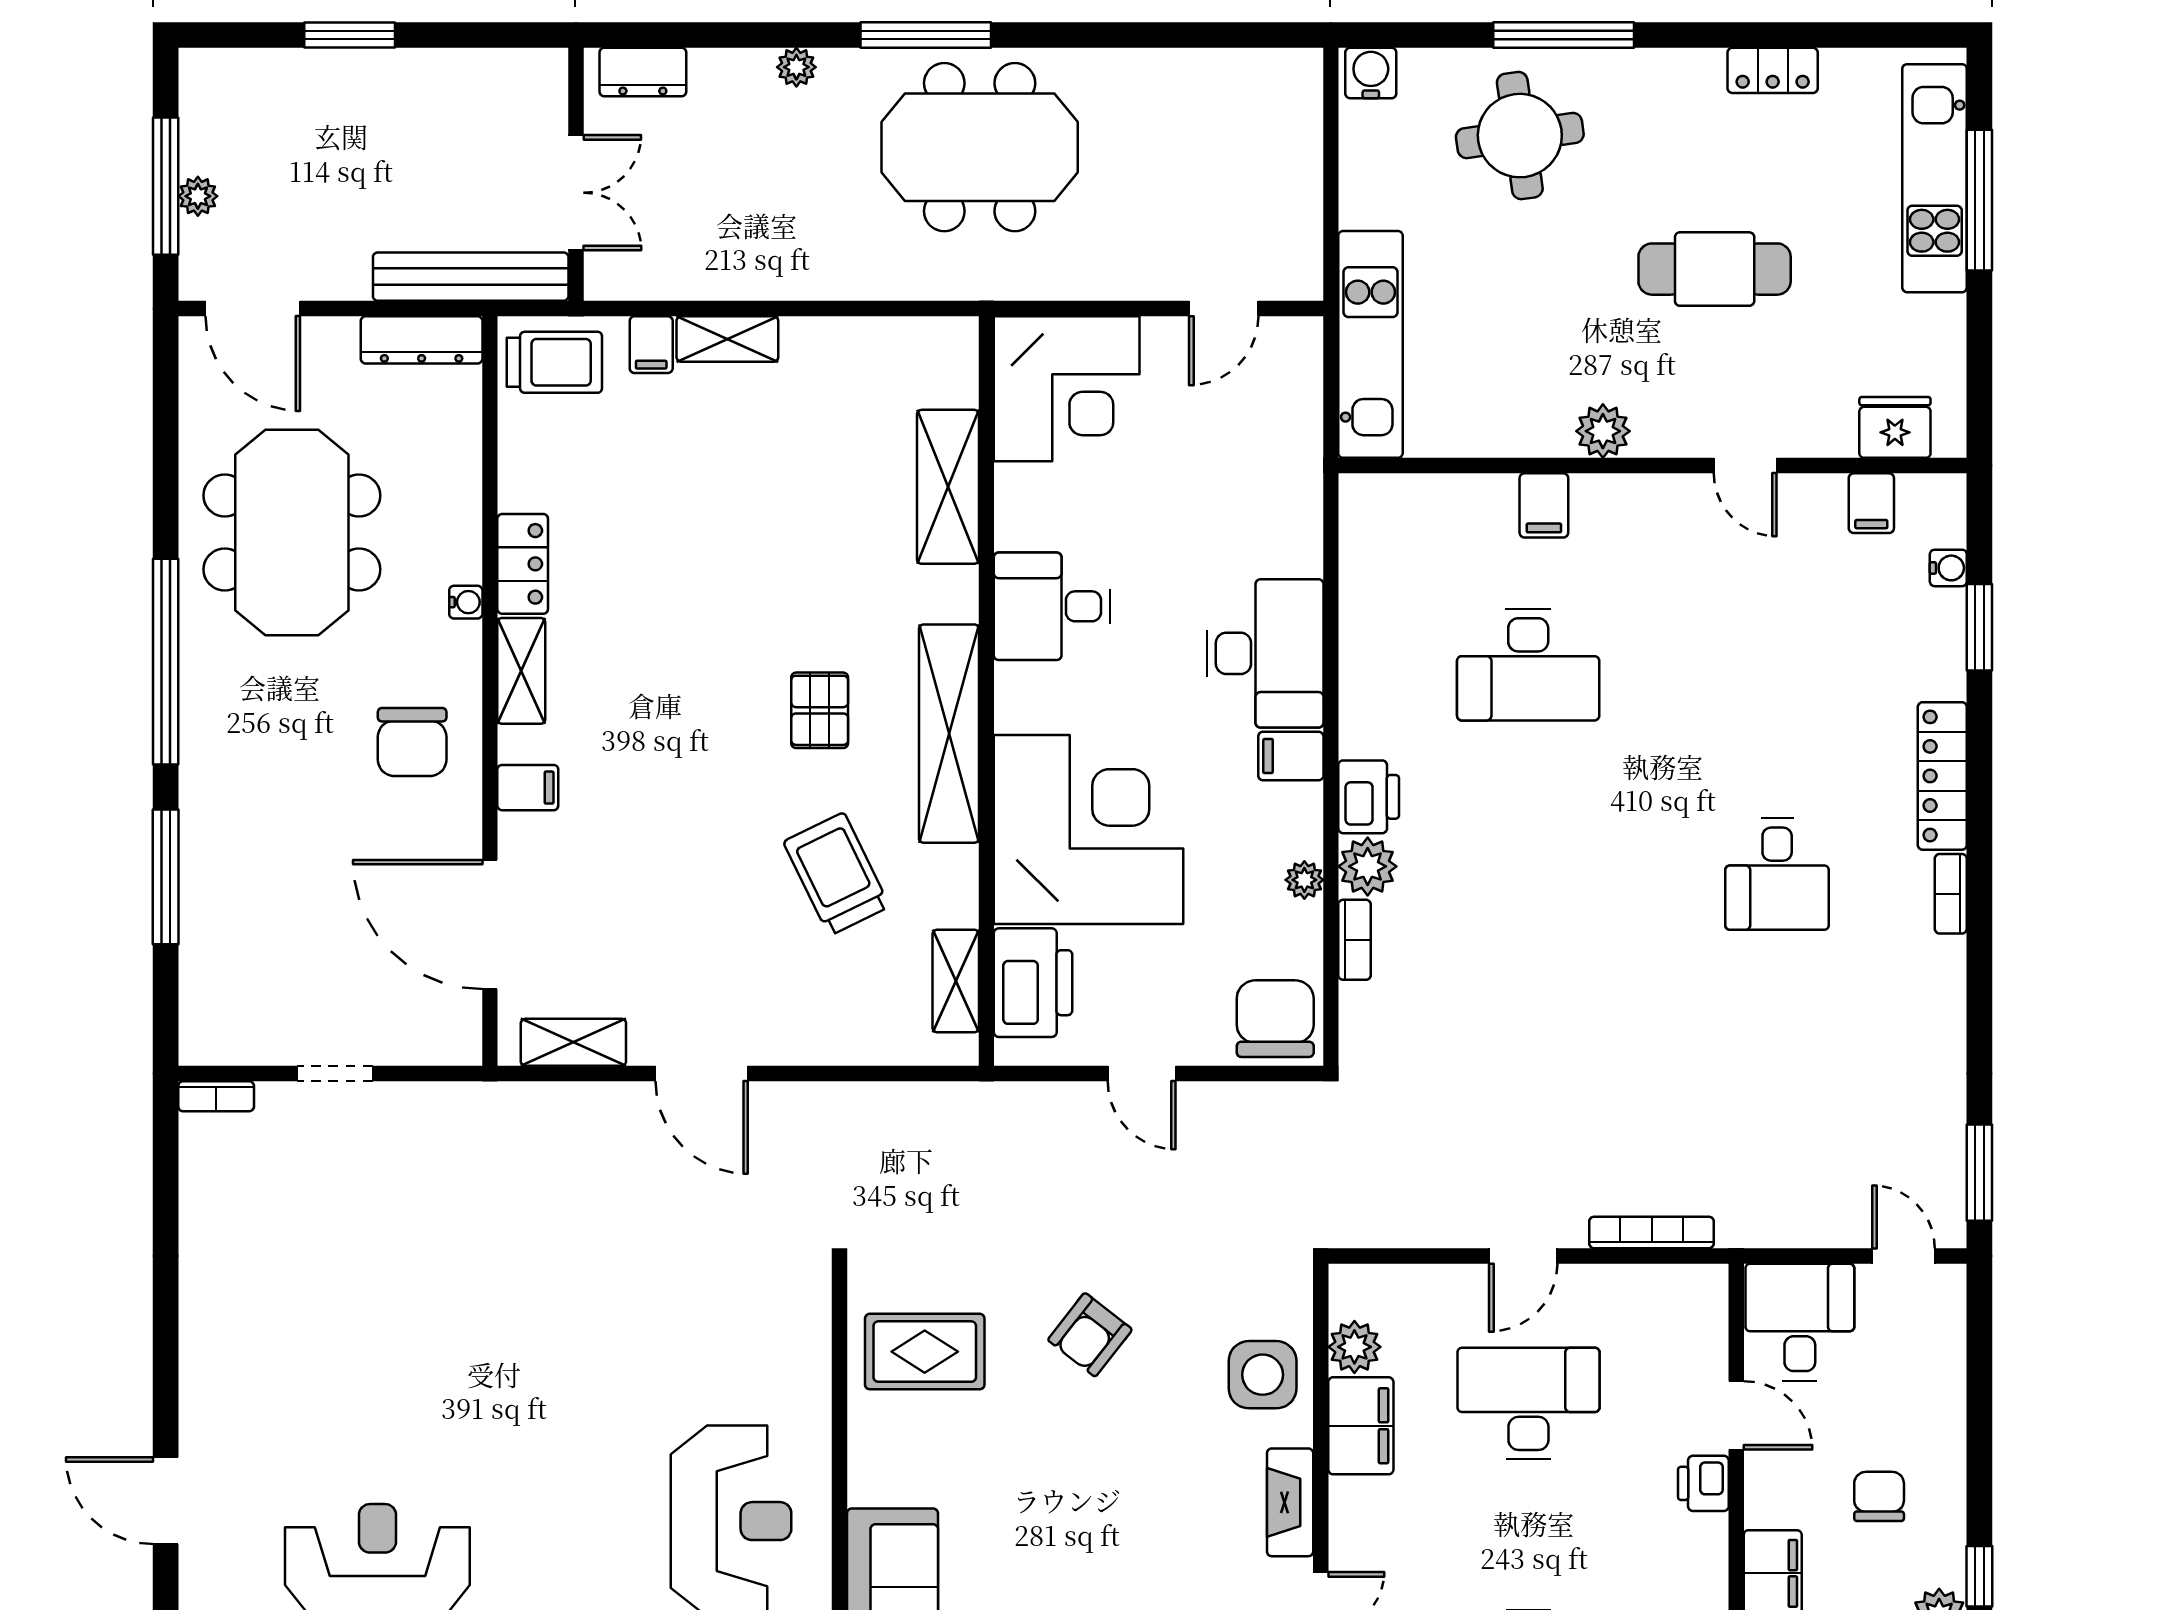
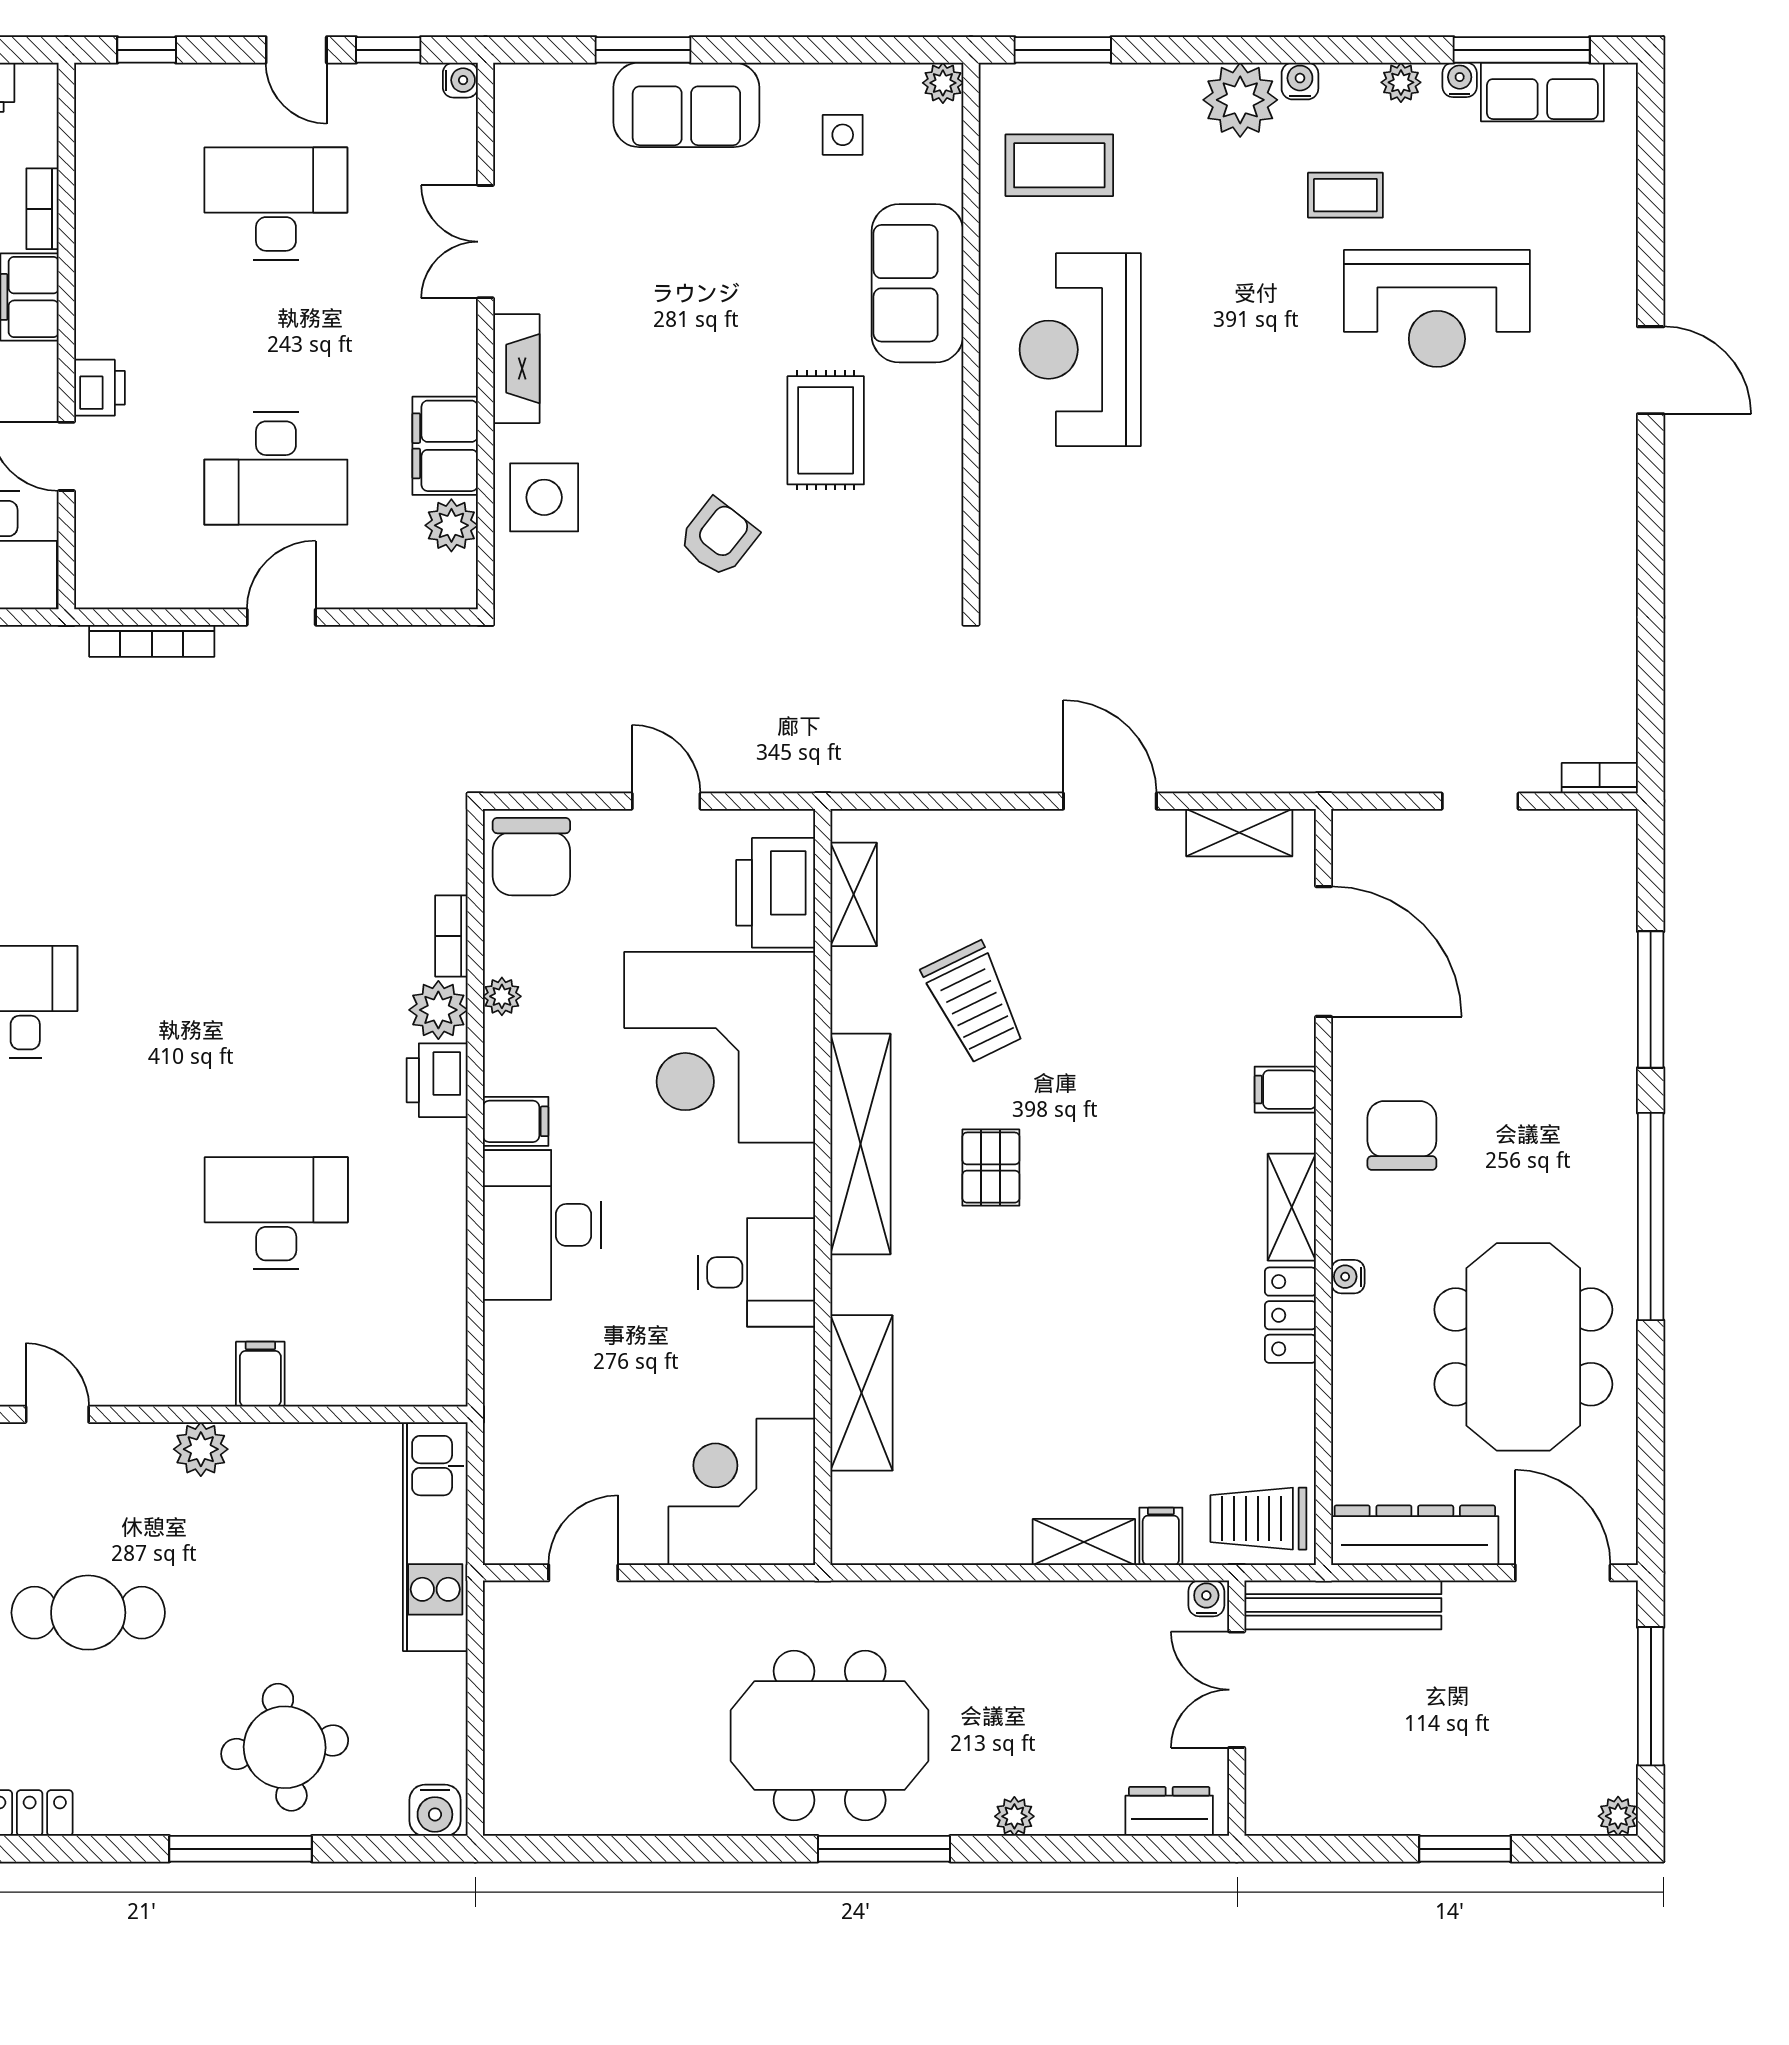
plant: (198, 196) -> (1618, 1816), moved
water cooler: (606, 283) -> (1206, 1598), added
dresser: (422, 340) -> (1415, 1535), width x1.37, depth x1.24
rug: (925, 1352) -> (826, 430), moved, turned 90

